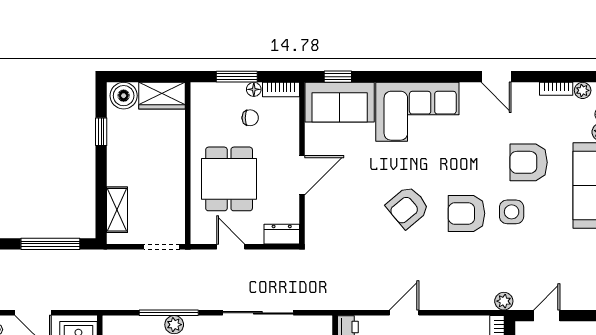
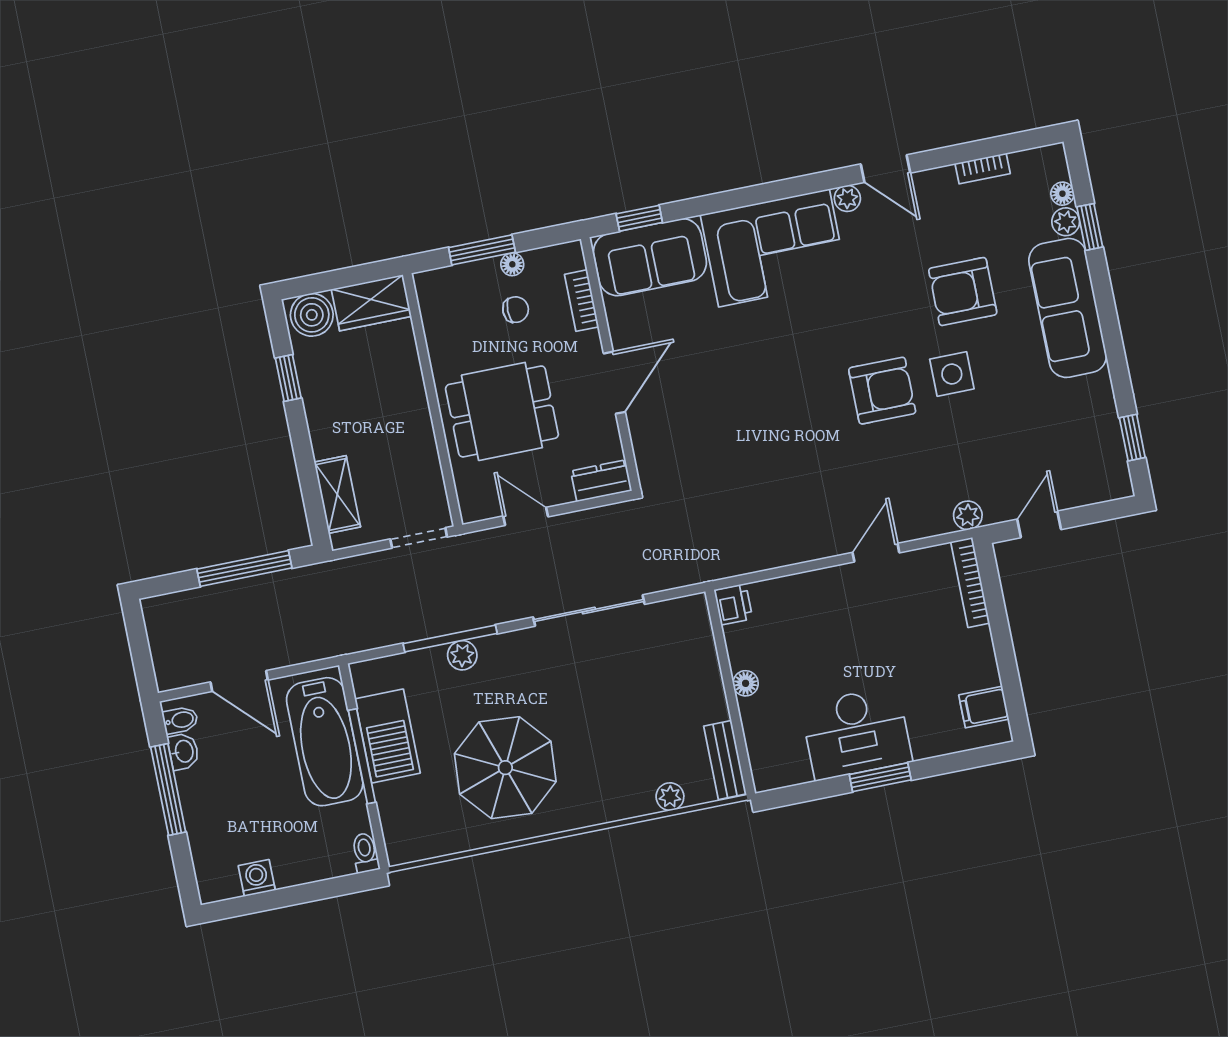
bookcase: (281, 90) -> (582, 301), moved, turned 90
plant: (583, 90) -> (847, 198), moved
dining table: (229, 179) -> (502, 411), turned 90
armchair: (408, 207) -> (789, 399), removed
armchair: (466, 213) -> (882, 391), turned 180
door: (404, 313) -> (876, 553), moved

